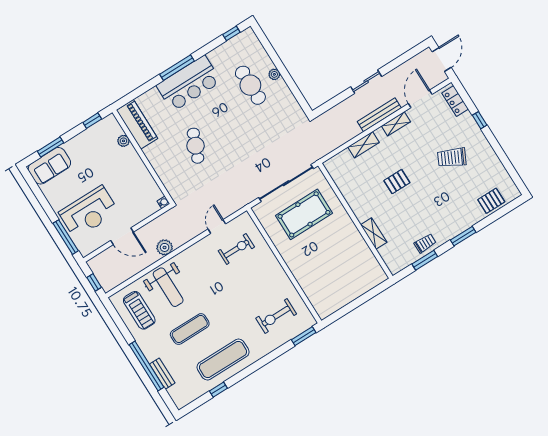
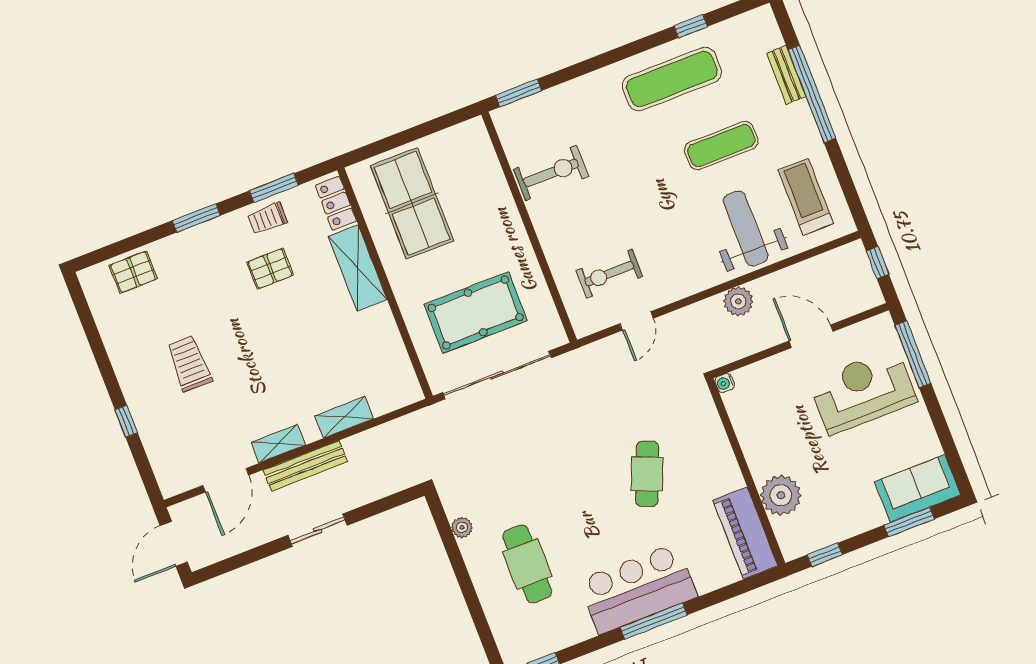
plant: (274, 74) -> (462, 527), moved
locker: (455, 101) -> (336, 203), moved, turned 180
plant: (123, 141) -> (781, 495), width x1.87, depth x1.87
trolley: (452, 158) -> (189, 364), turned -116
pallet: (397, 182) -> (270, 269), moved
shelving: (374, 233) -> (358, 268), width x1.50, depth x1.33
table tennis table: (349, 266) -> (412, 203), added
exercise bike: (276, 316) -> (551, 173), moved

